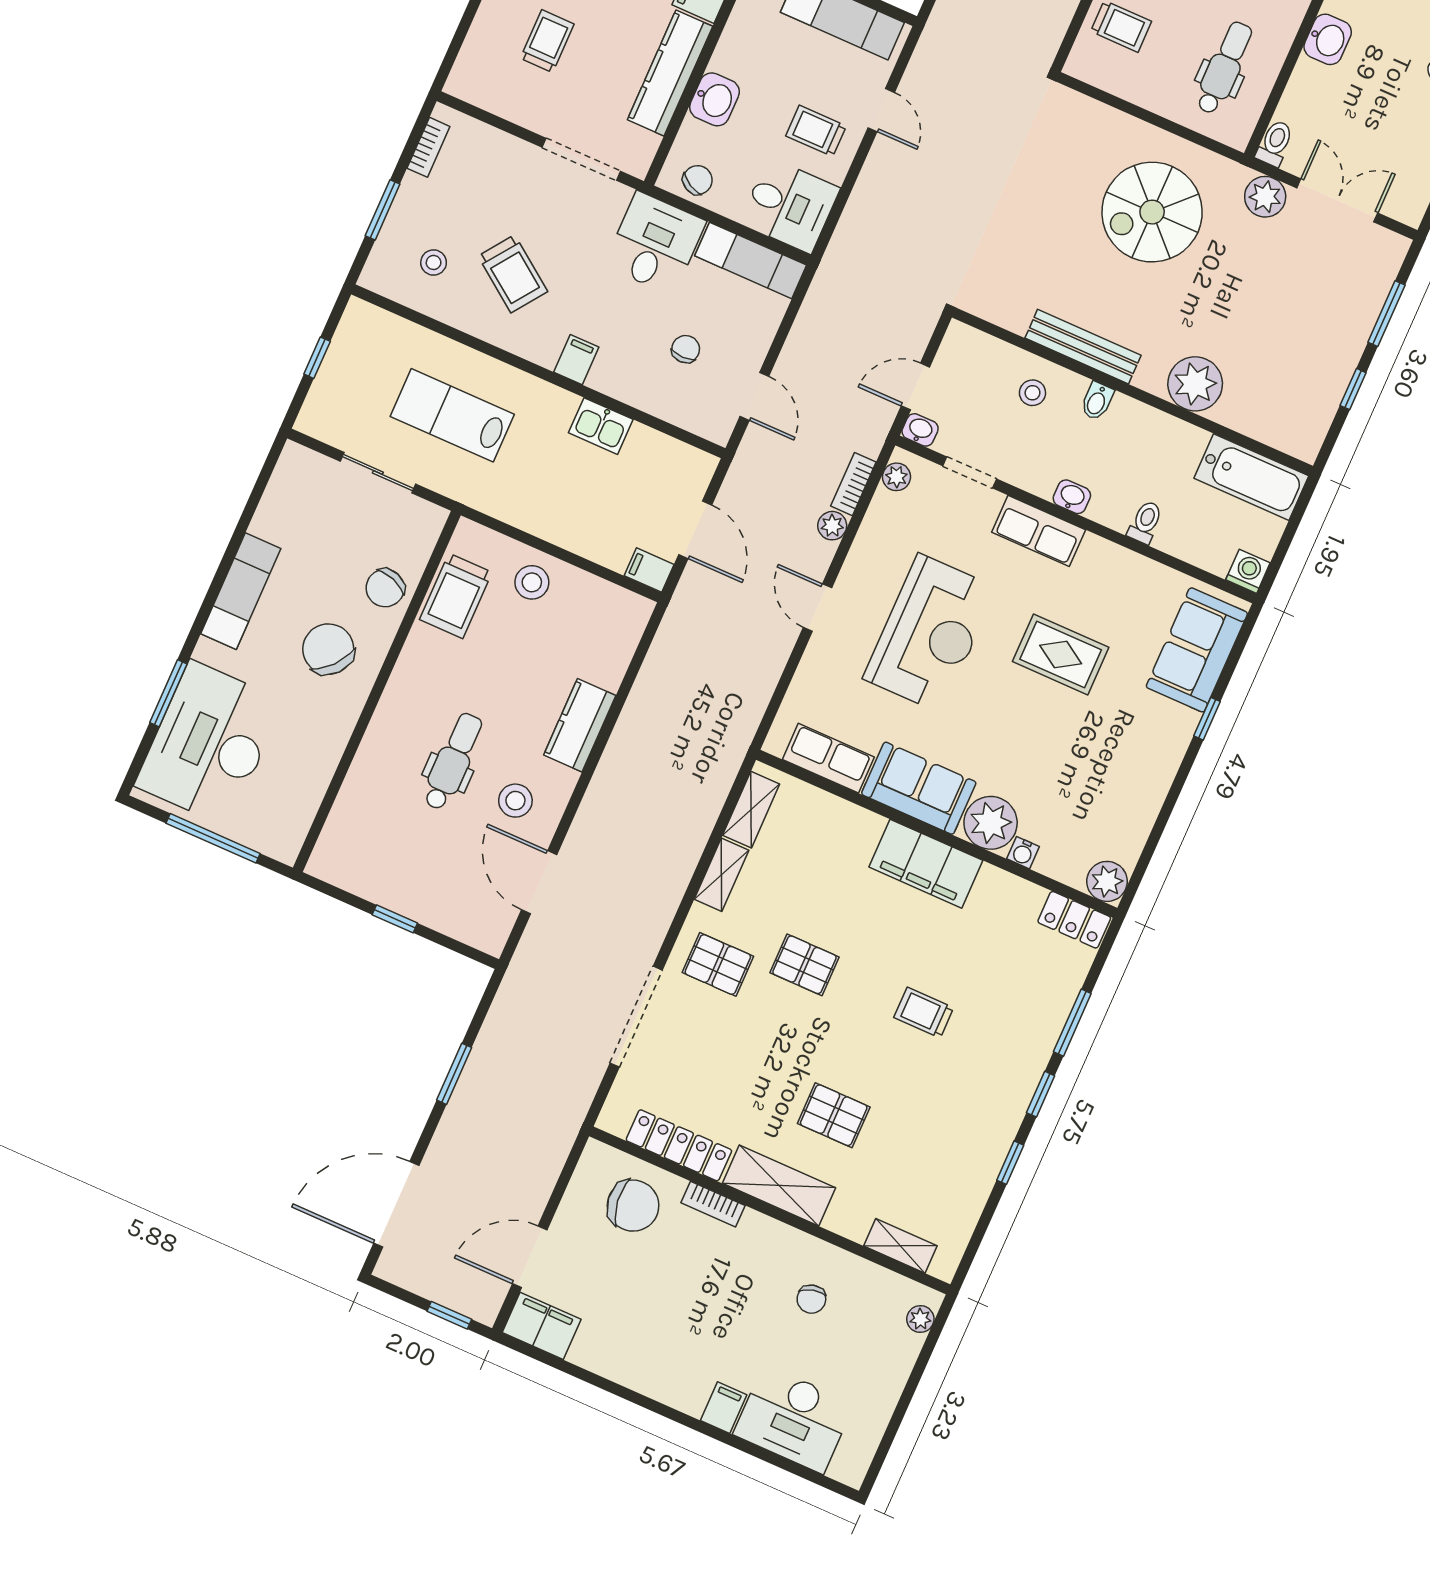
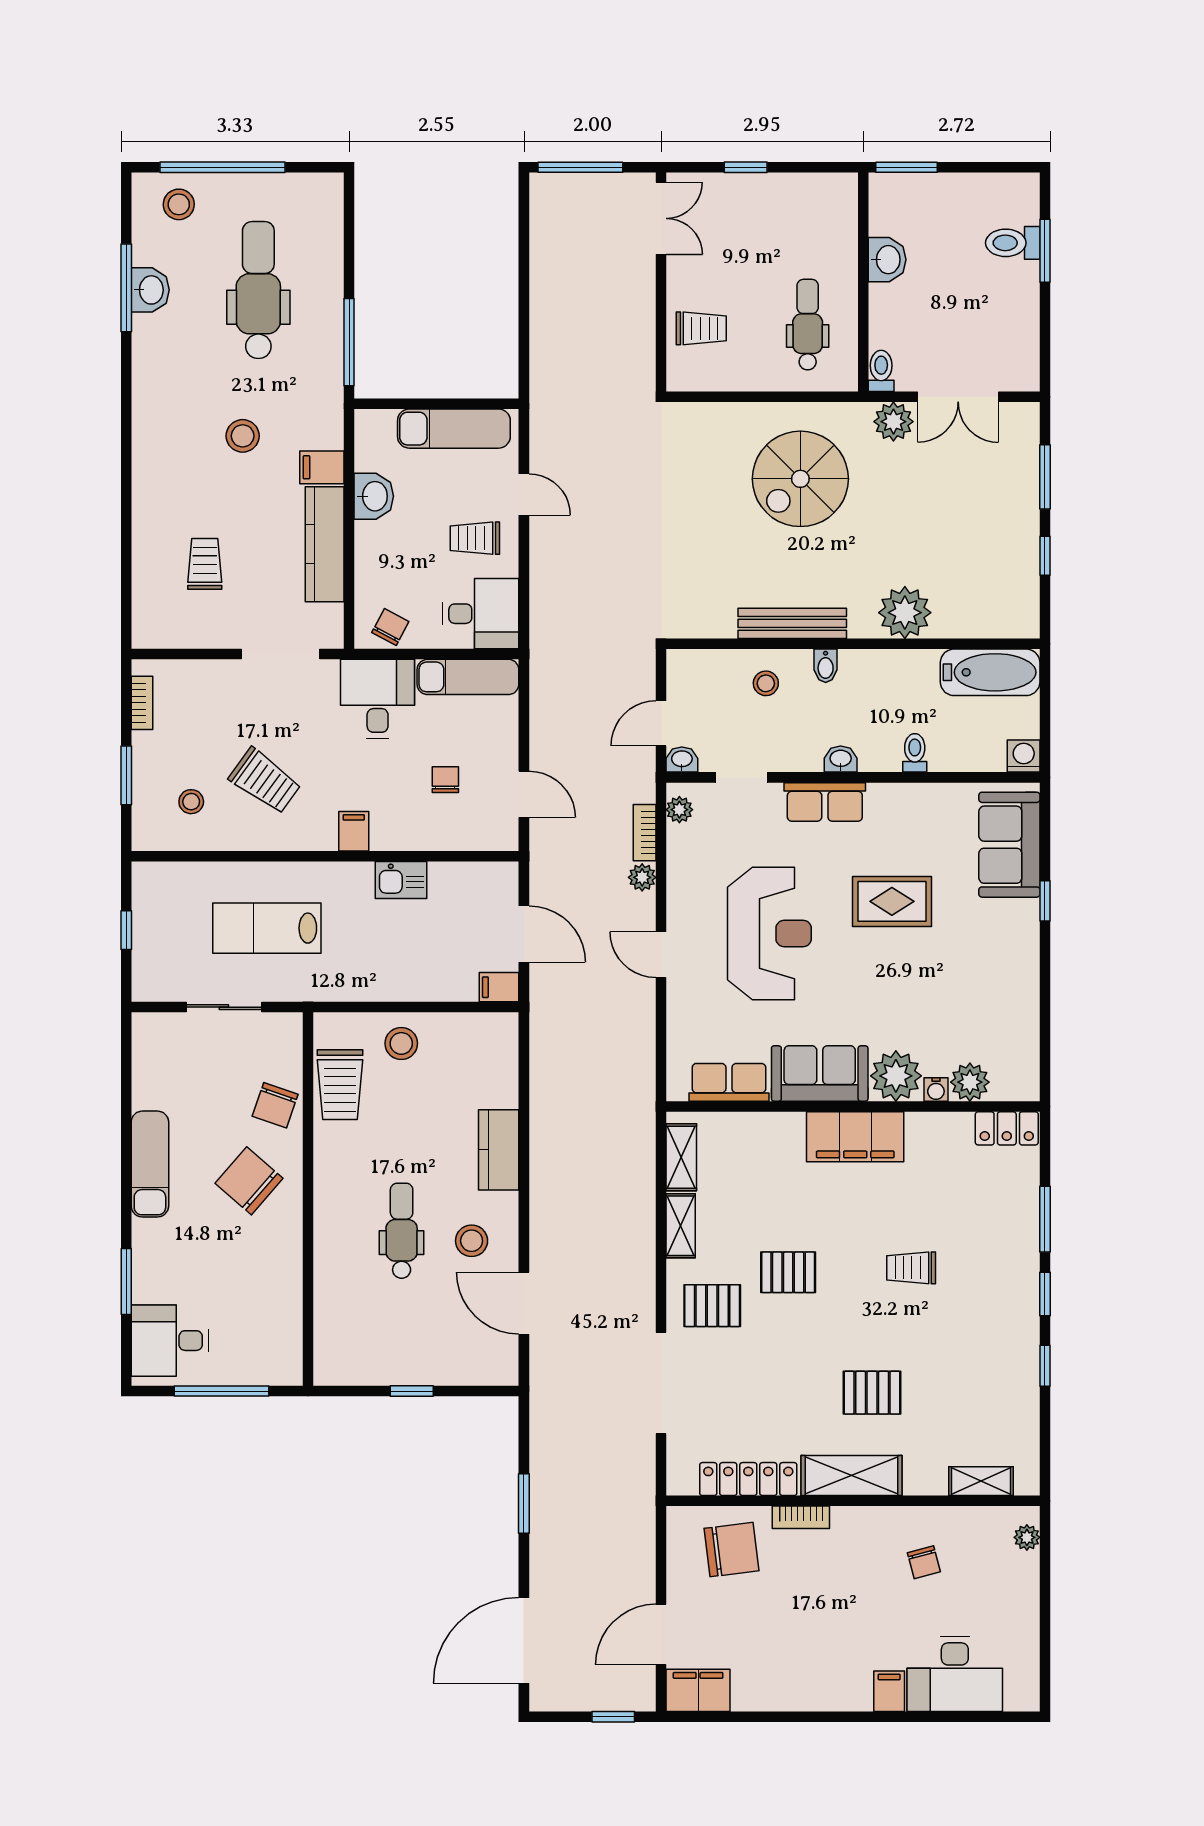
washbasin: (714, 99) -> (374, 496), moved
double door: (1337, 200) -> (958, 397), swing flipped
desk: (209, 743) -> (170, 1341), width x0.53, depth x0.77
plant: (1107, 881) -> (970, 1082), moved

